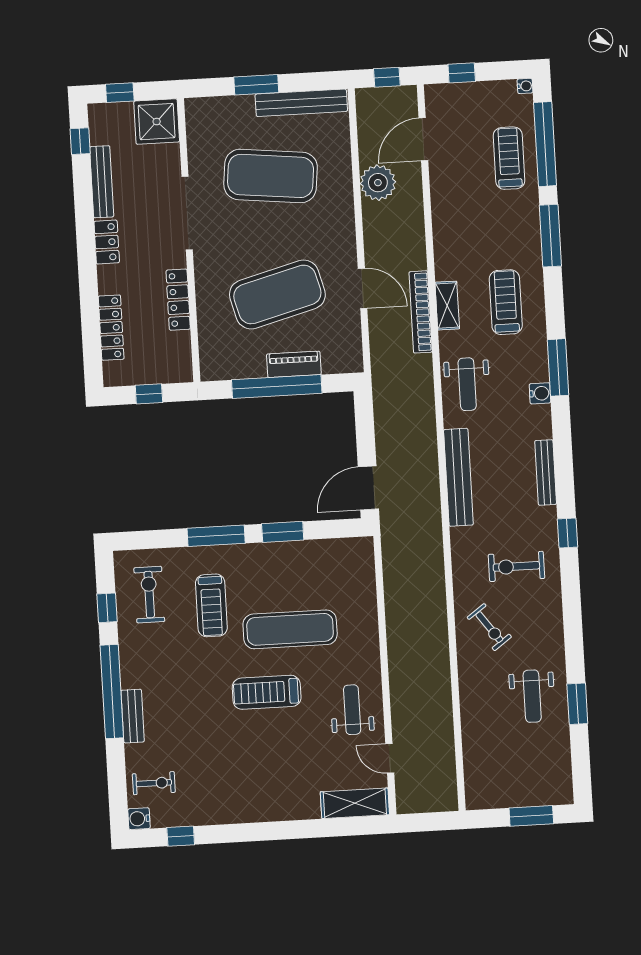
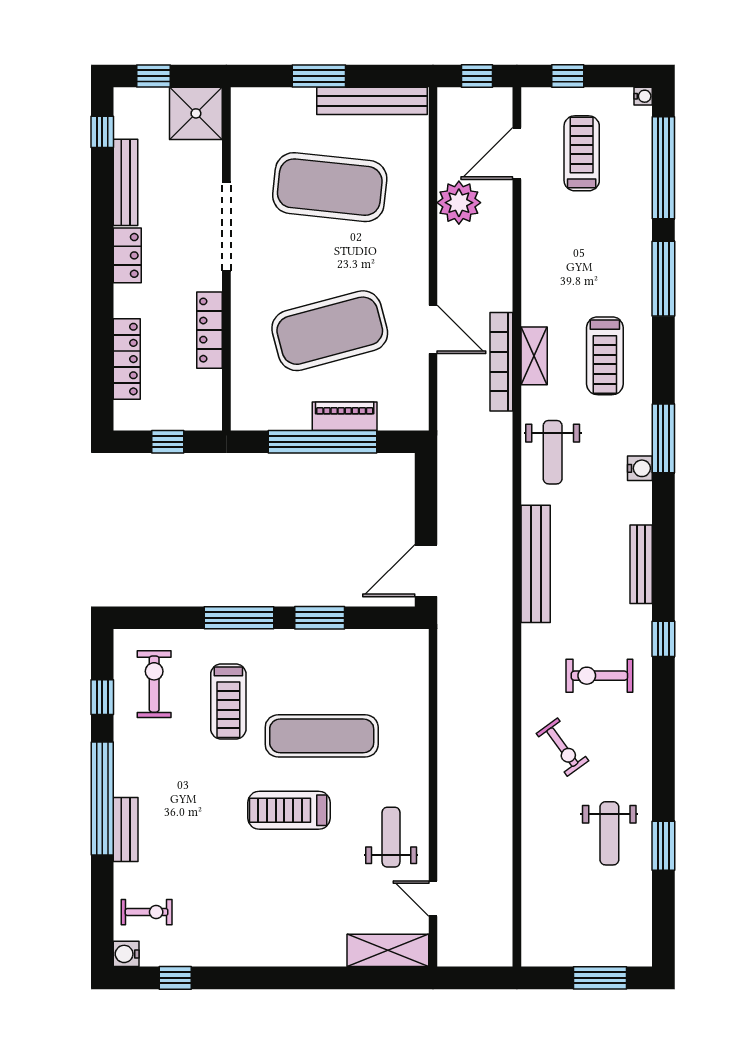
treadmill: (509, 158) -> (582, 153), moved
treadmill: (506, 302) -> (605, 356), turned 180

